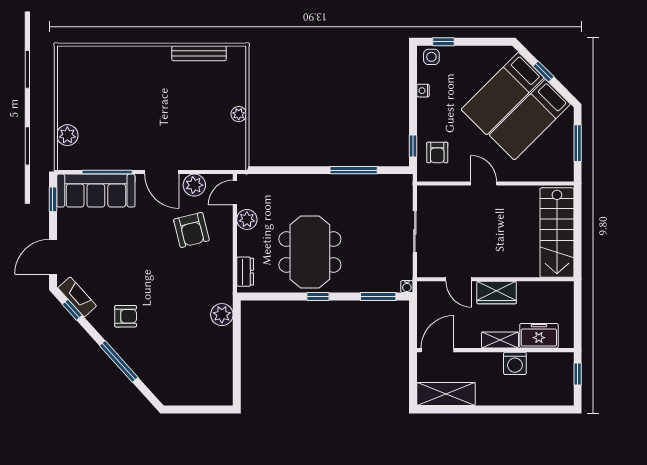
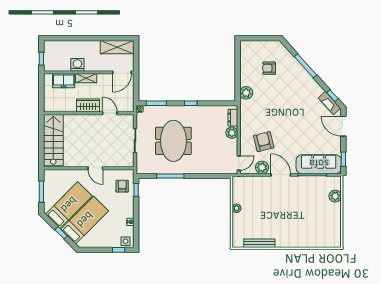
plant: (247, 219) -> (232, 133), moved
meeting table: (310, 252) -> (173, 141), moved
door: (53, 257) -> (343, 126), swing flipped
armchair: (126, 316) -> (269, 68), moved

